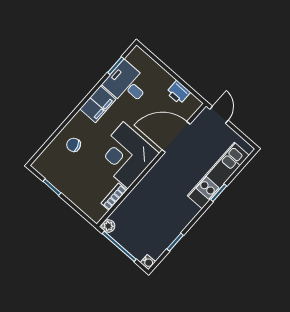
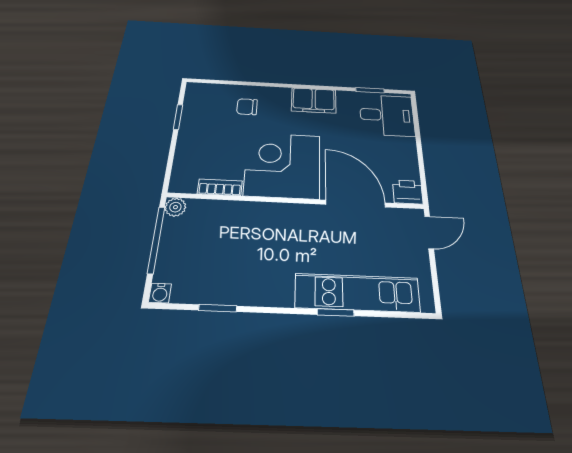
desk: (127, 84) -> (387, 115), moved, turned 90
printer: (178, 92) -> (408, 192), moved, turned 90
chair: (74, 145) -> (247, 107), turned -72

